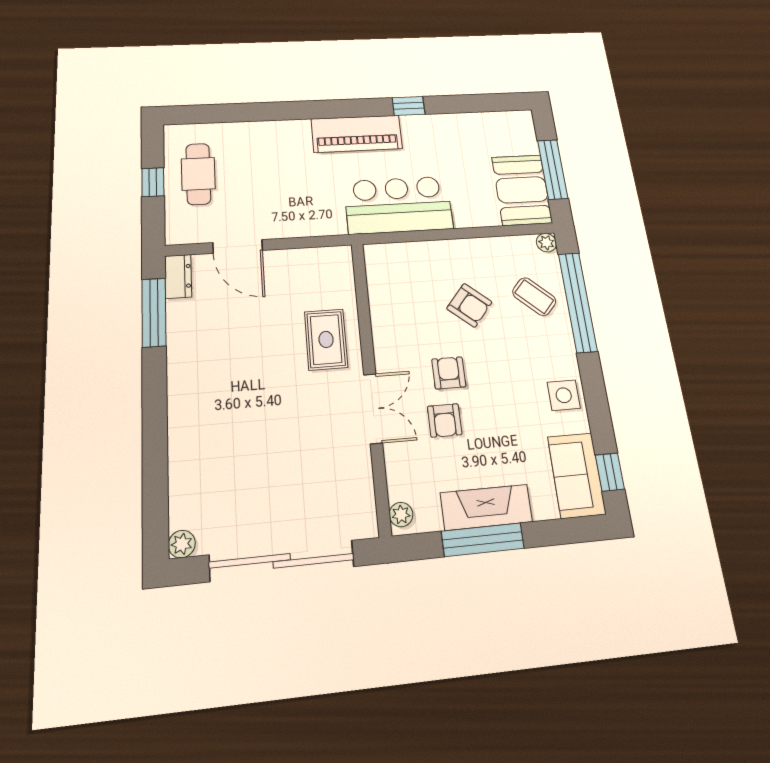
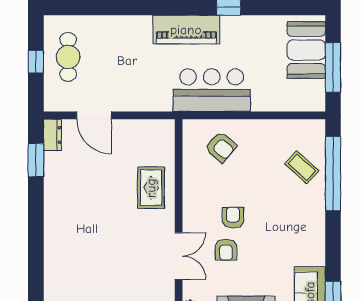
booth: (522, 190) -> (306, 50), moved
plant: (546, 243) -> (318, 127), removed
armchair: (469, 305) -> (221, 147), moved
window: (154, 312) -> (36, 160), width x0.69
side table: (564, 395) -> (311, 239), removed
double door: (373, 409) -> (179, 256), moved

